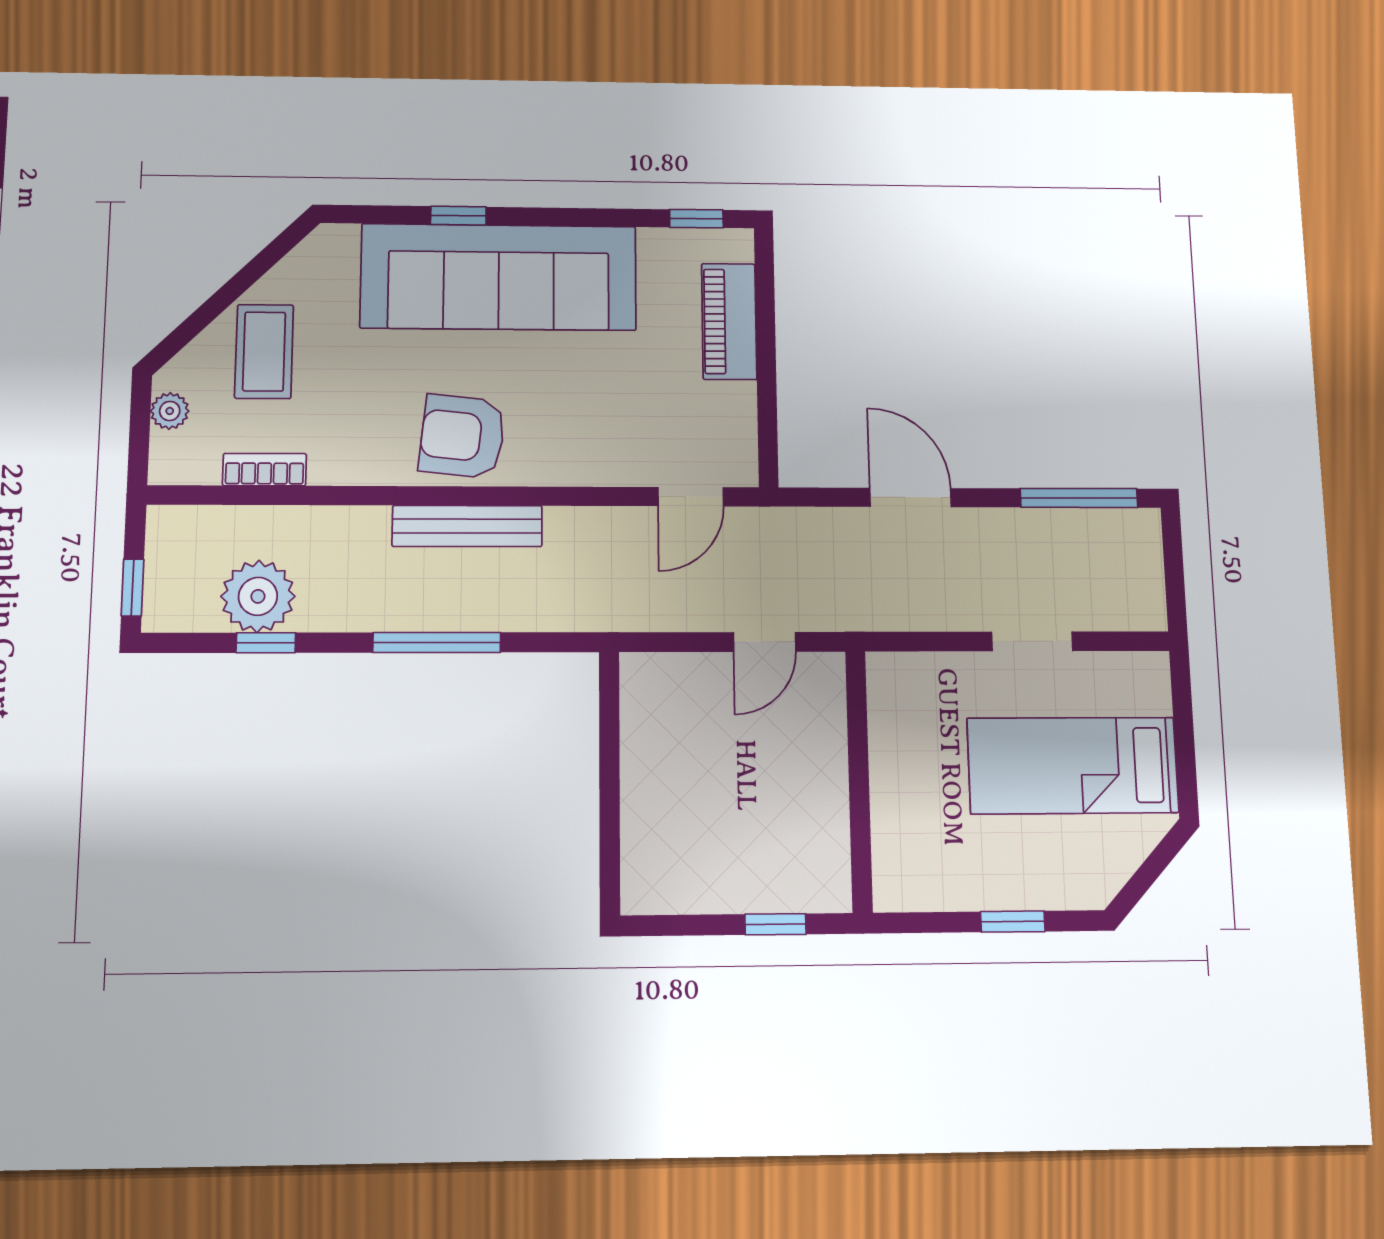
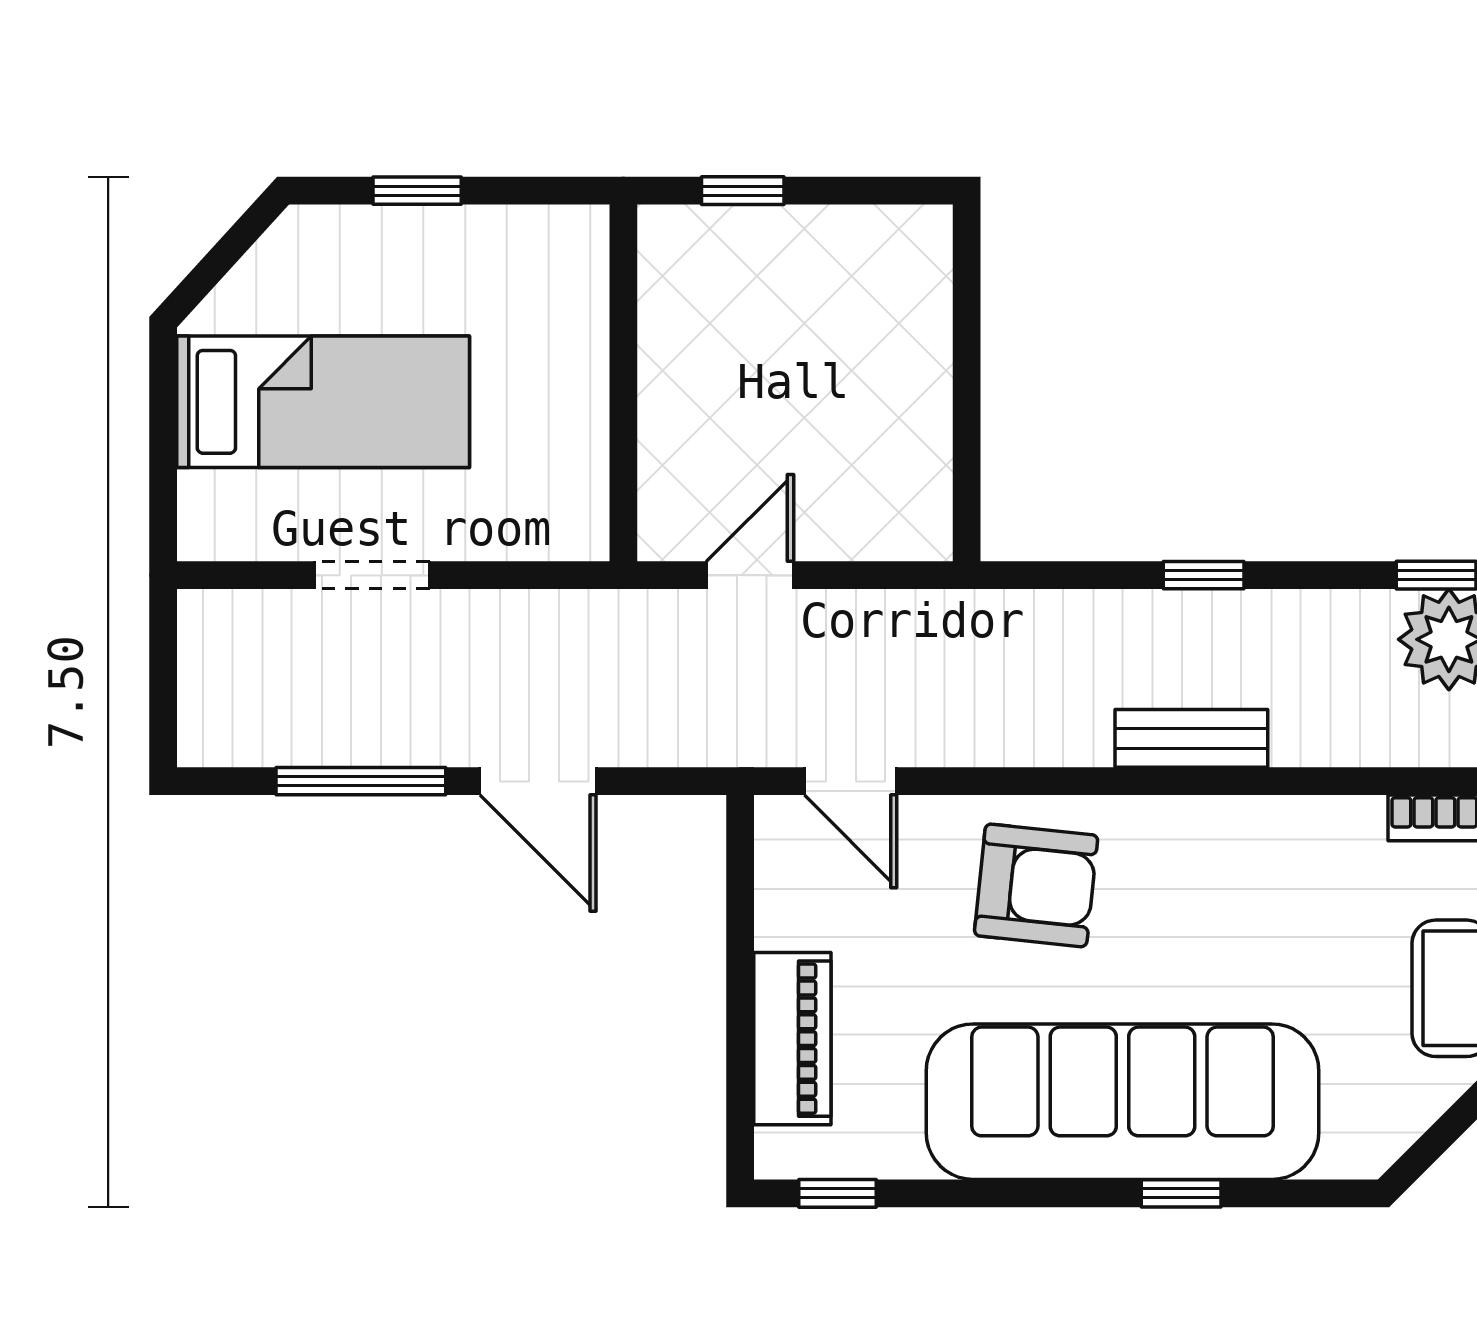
armchair: (462, 436) -> (1036, 885), moved
door: (691, 497) -> (851, 781), swing flipped
window: (1079, 498) -> (361, 781), moved
bench: (467, 526) -> (1191, 738), width x0.73
window: (437, 642) -> (1204, 575), width x0.46

